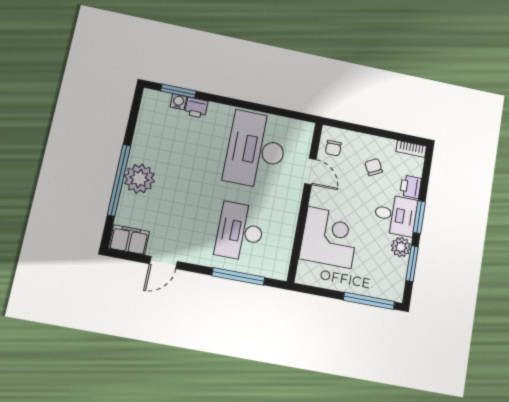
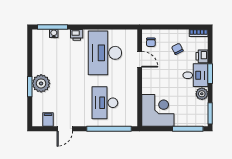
window: (178, 91) -> (53, 27), width x1.44
printer: (196, 108) -> (77, 35), moved
window: (119, 180) -> (30, 87), width x0.47
corner desk: (329, 237) -> (158, 110), moved
filing cabinet: (129, 240) -> (48, 119), width x0.50
window: (412, 264) -> (210, 113), moved
window: (238, 276) -> (109, 129), width x1.46

